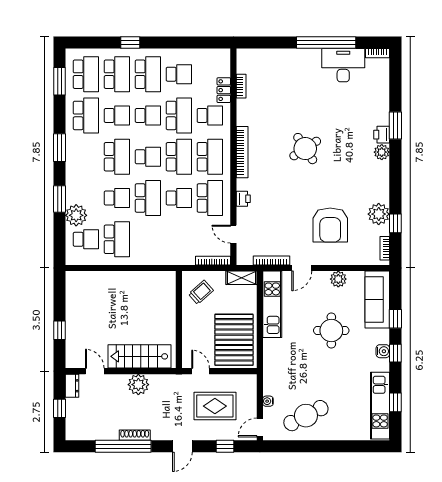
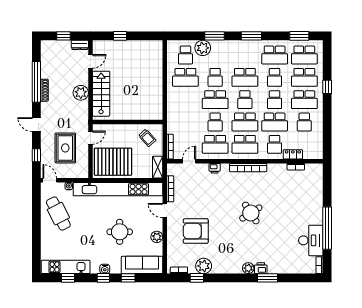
kitchen unit: (272, 304) -> (118, 189), width x1.86

